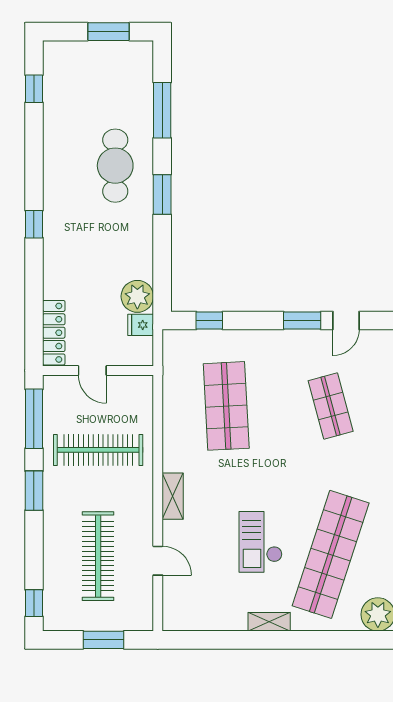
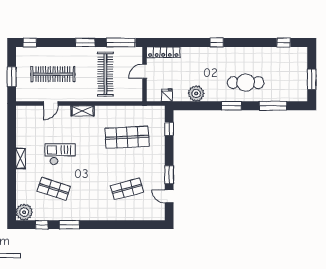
plant: (137, 296) -> (196, 93), moved
shop shelf: (331, 554) -> (54, 189), width x0.50, depth x0.74

